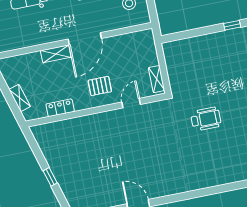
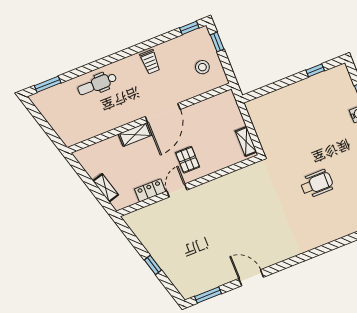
pallet: (100, 86) -> (188, 160), turned 90
door: (131, 103) -> (177, 190), moved
wheelchair: (206, 119) -> (317, 184), moved

